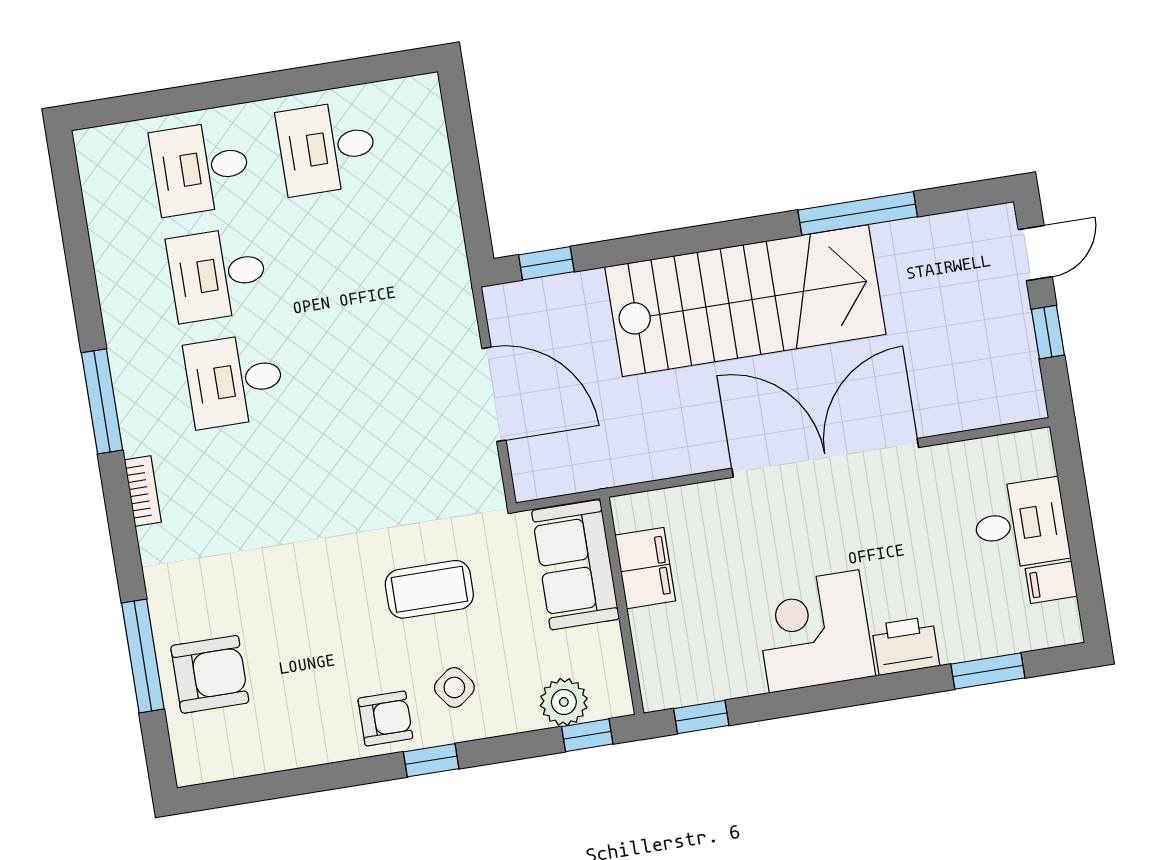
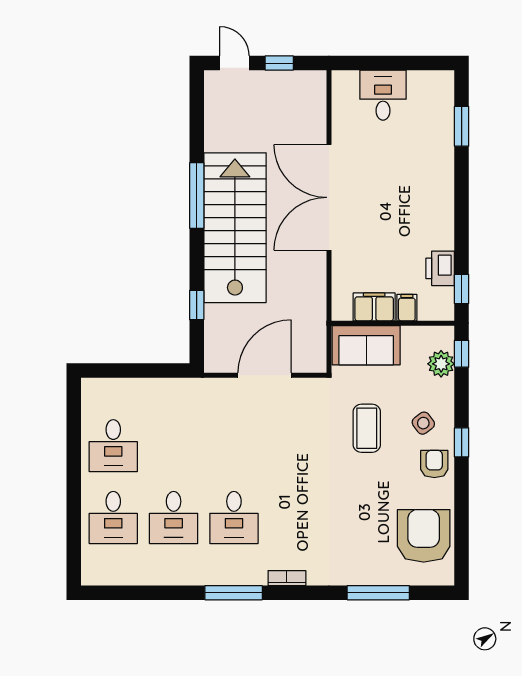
window: (858, 213) -> (197, 195), moved
window: (546, 263) -> (197, 305), moved
filing cabinet: (1051, 582) -> (407, 308), moved, turned 180
corner desk: (814, 631) -> (424, 219), removed
printer: (906, 646) -> (440, 268), moved
armchair: (210, 674) -> (424, 536), moved, width x1.36, depth x1.36

